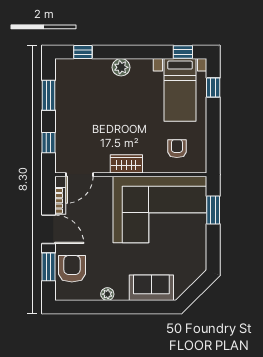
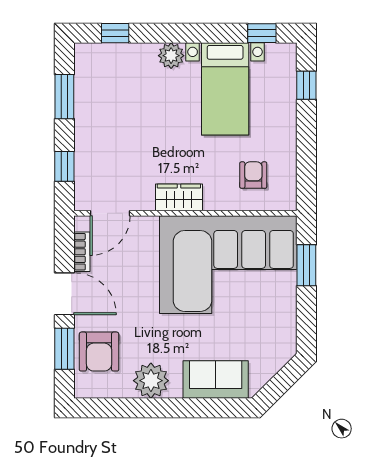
bed with nightstands: (180, 90) -> (225, 89), moved
armchair: (72, 269) -> (99, 352), turned 180
plant: (107, 294) -> (151, 381), width x1.88, depth x1.88

